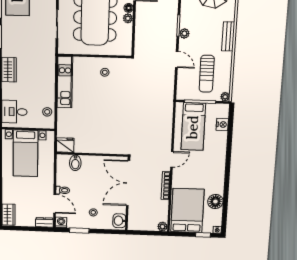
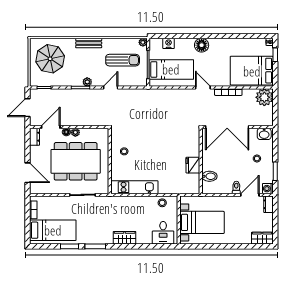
fridge: (65, 145) -> (193, 165), moved
floor lamp: (215, 202) -> (202, 45), moved
plant: (162, 227) -> (264, 97), width x1.87, depth x1.87

